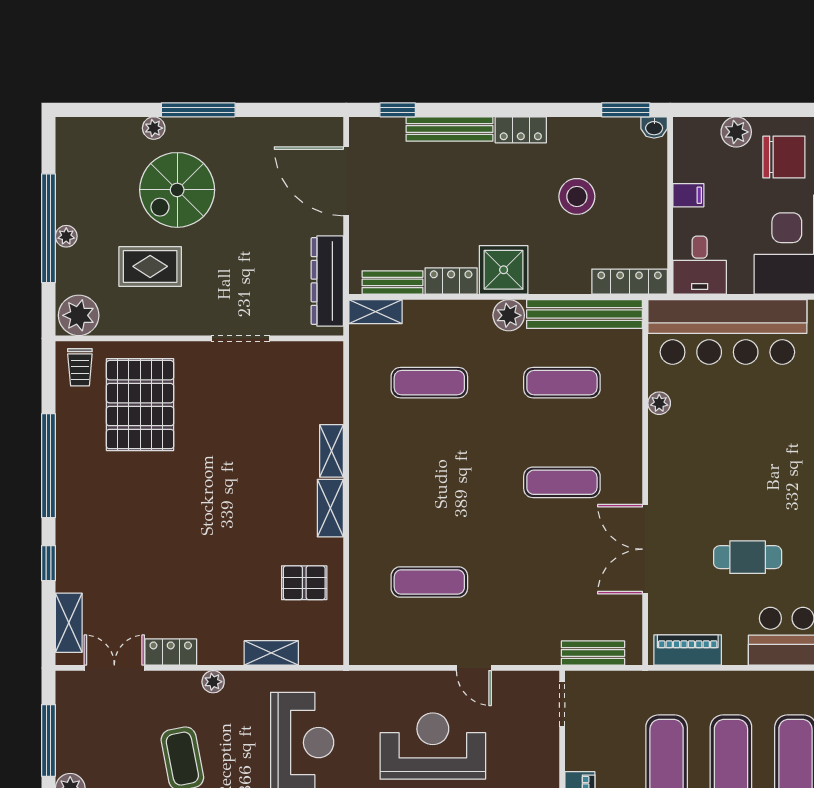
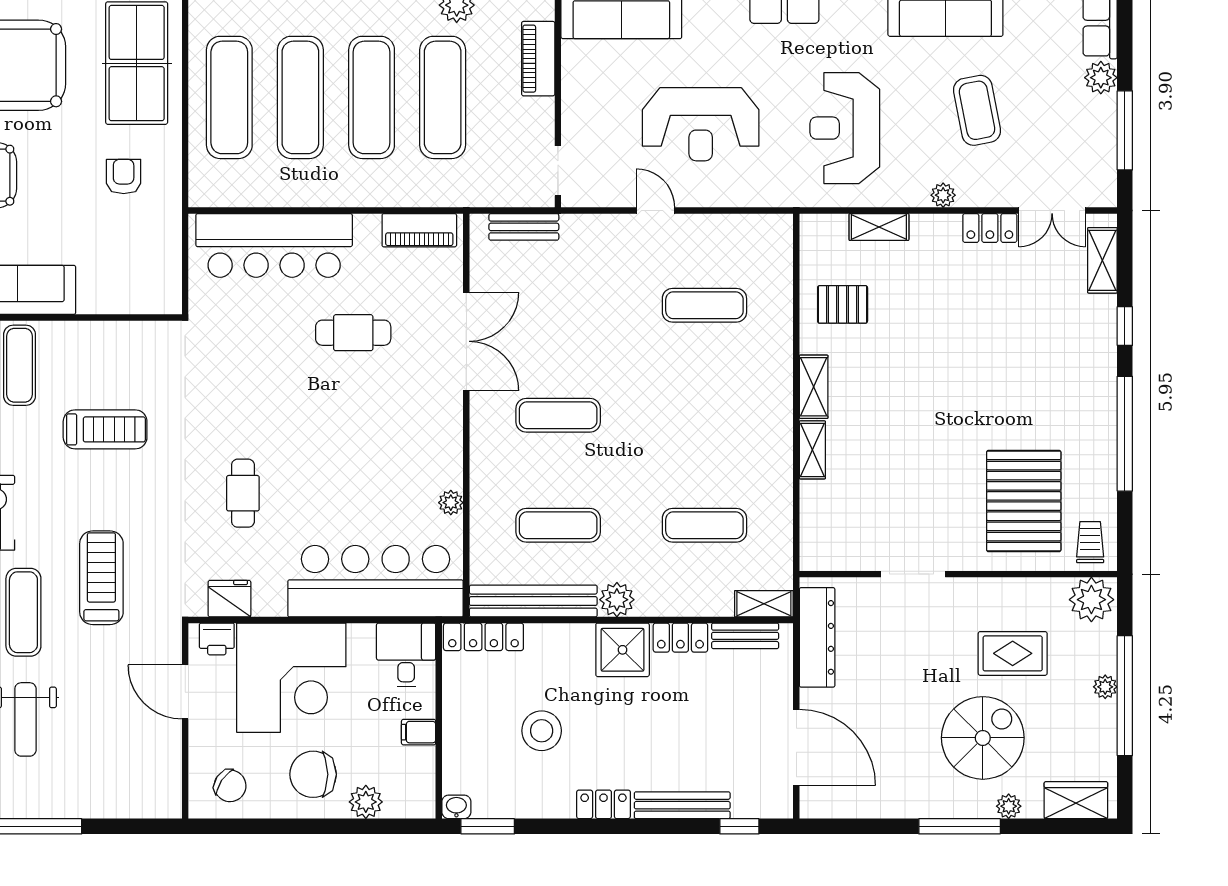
wardrobe: (93, 134) -> (1076, 800), added

